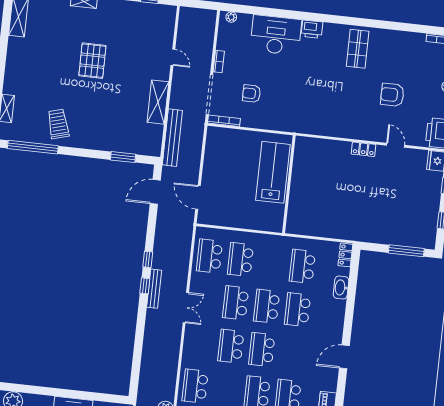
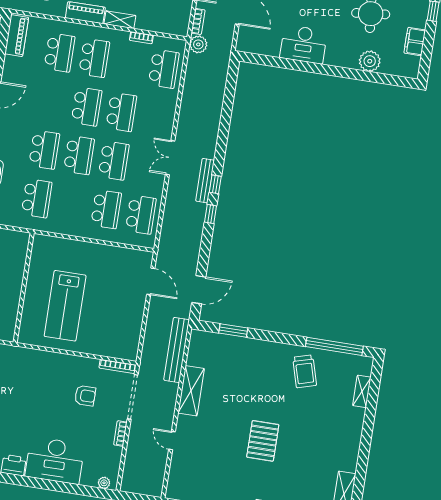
wall: (289, 184) -> (24, 288), moved

